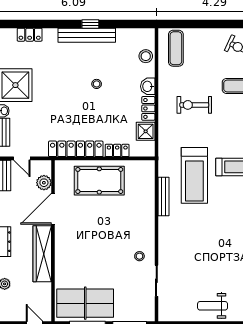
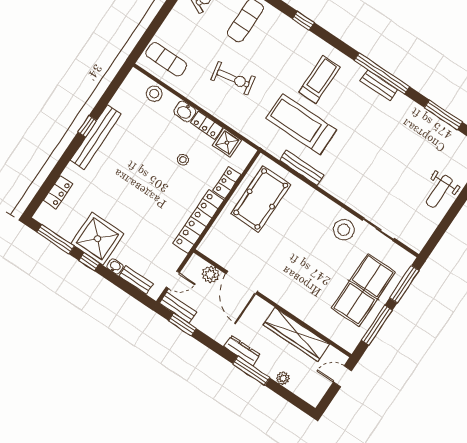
stool: (97, 84) -> (183, 160), moved
exercise bike: (194, 105) -> (233, 78), turned -101
treadmill: (194, 175) -> (301, 124), turned 180
pool table: (99, 181) -> (261, 199), moved
wardrobe: (42, 254) -> (296, 335), moved
stool: (139, 256) -> (344, 230), width x1.89, depth x1.89
table tennis table: (85, 303) -> (363, 290), moved

